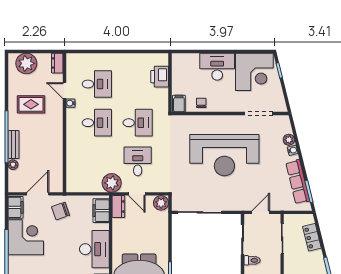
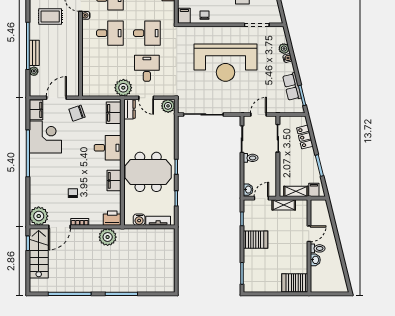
row of seats: (298, 182) -> (292, 87), width x0.68
desk: (94, 249) -> (108, 148), width x0.73

